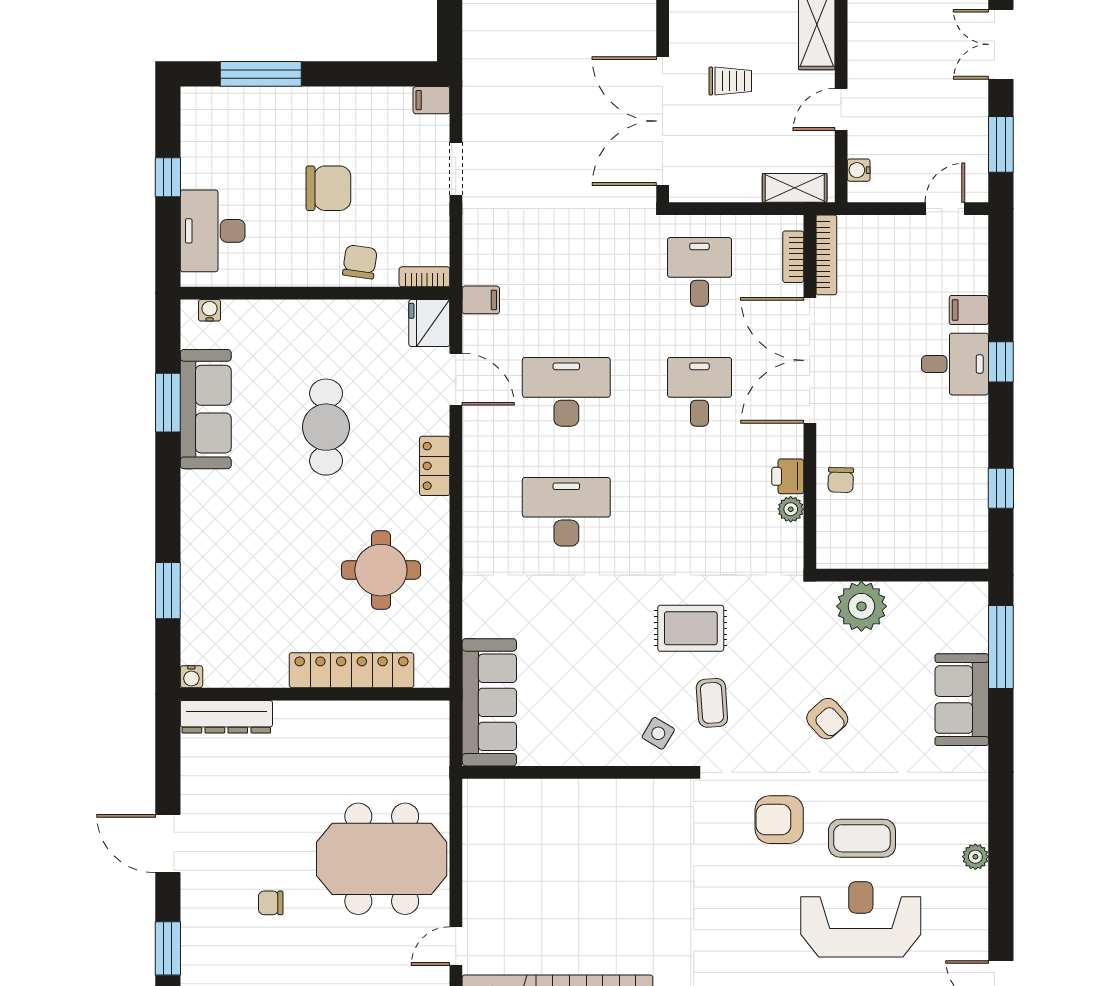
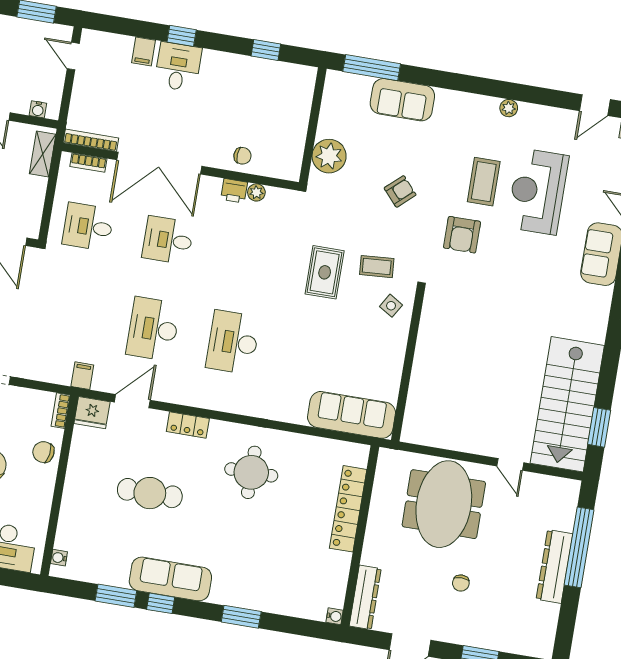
sofa: (206, 409) -> (170, 579), moved
window: (168, 470) -> (161, 603), added
locker: (351, 670) -> (348, 509), moved
water cooler: (191, 677) -> (335, 616), moved
wall: (315, 694) -> (360, 536), moved
dresser: (226, 717) -> (365, 597), moved

